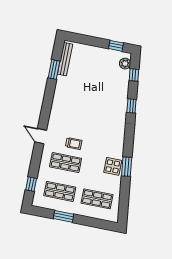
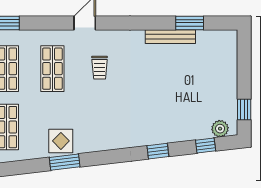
bench: (65, 59) -> (170, 37), moved
trolley: (74, 144) -> (100, 68), moved

